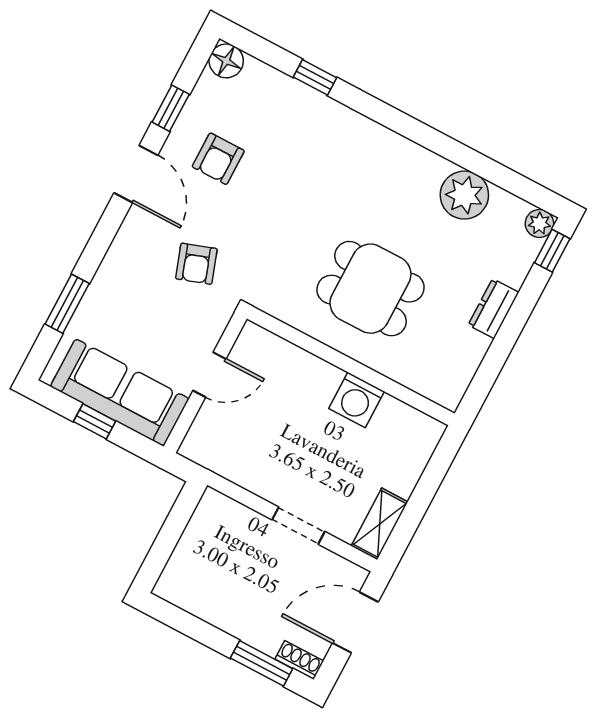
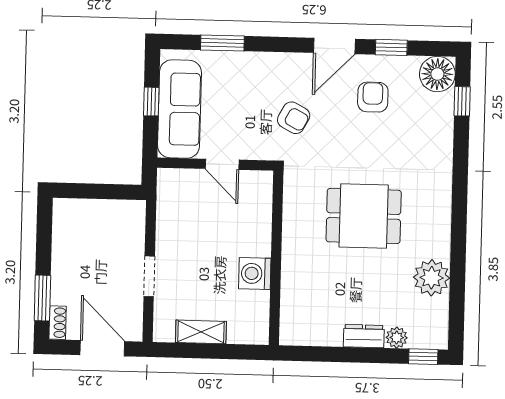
floor lamp: (226, 61) -> (437, 74), width x1.38, depth x1.38
window: (315, 77) -> (462, 101), moved
armchair: (218, 159) -> (373, 97), turned 90
plant: (539, 223) -> (397, 338), moved
armchair: (196, 264) -> (294, 118), turned -133
dining table: (370, 289) -> (364, 216), moved, turned 90
shelving: (380, 524) -> (201, 332), moved

